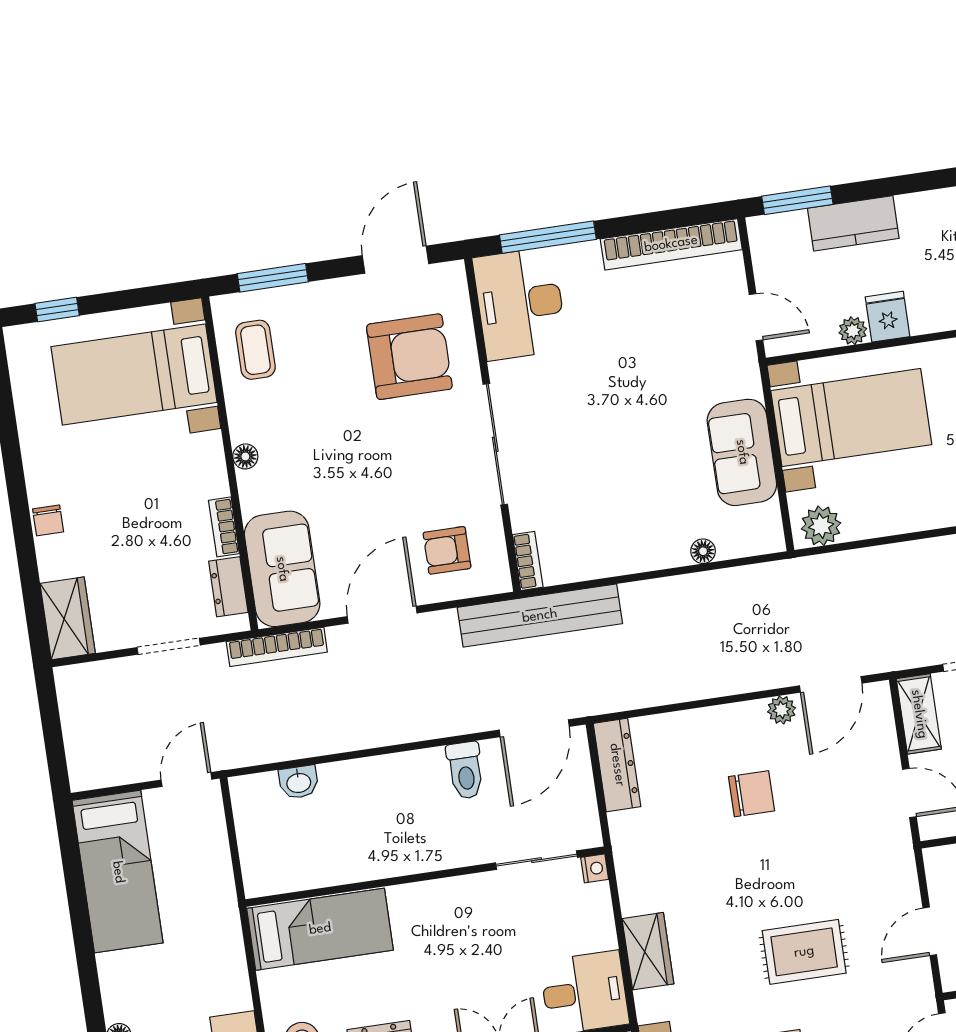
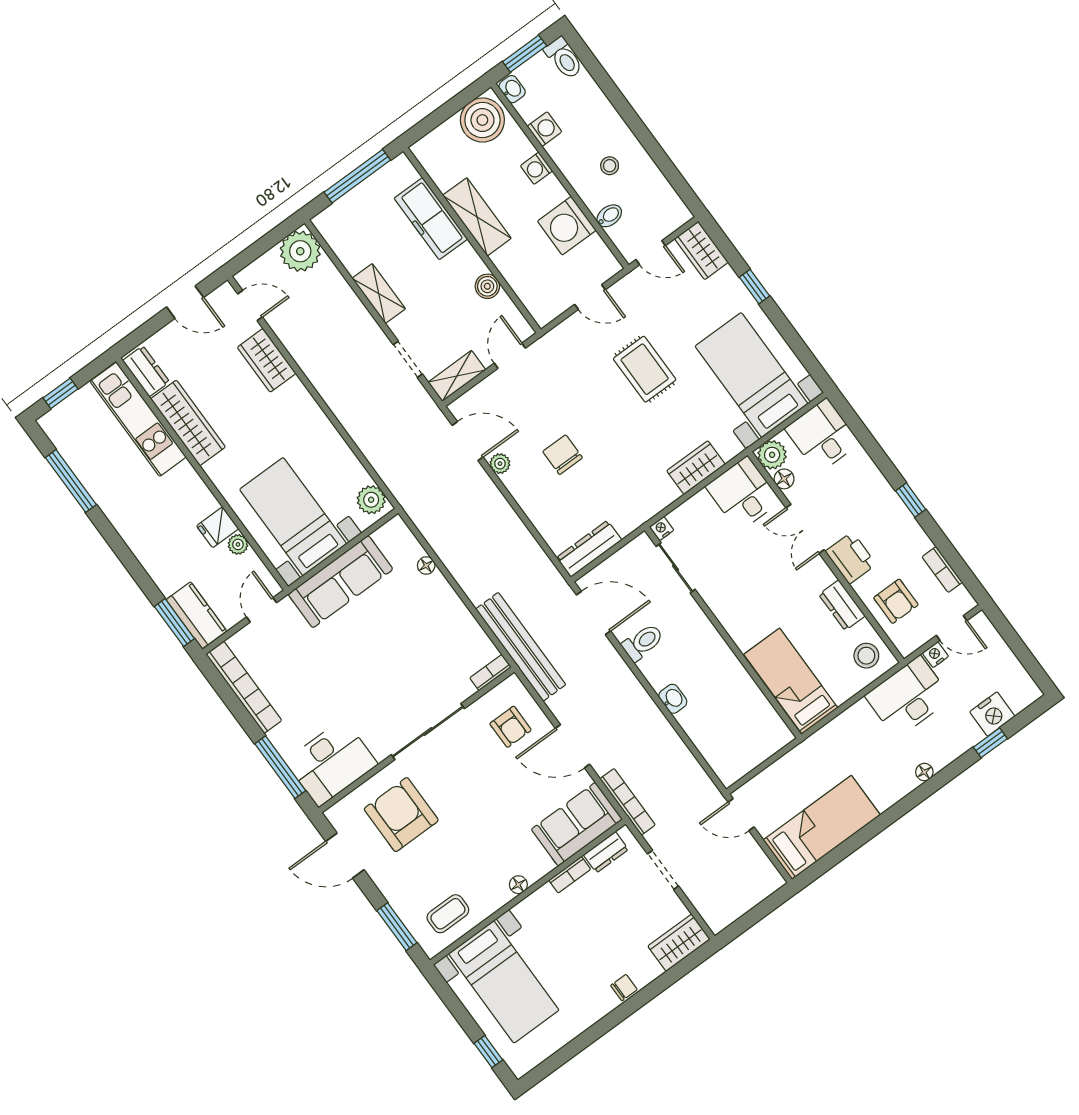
kitchen counter: (853, 223) -> (196, 615), moved
sofa: (742, 452) -> (341, 582), width x1.36
washbasin: (299, 782) -> (673, 699), moved

